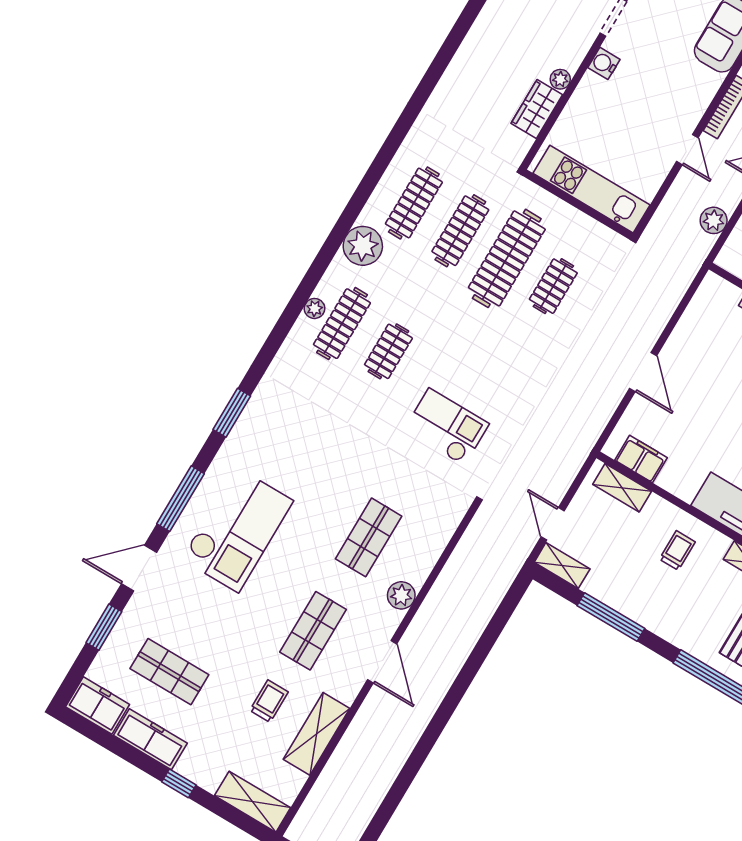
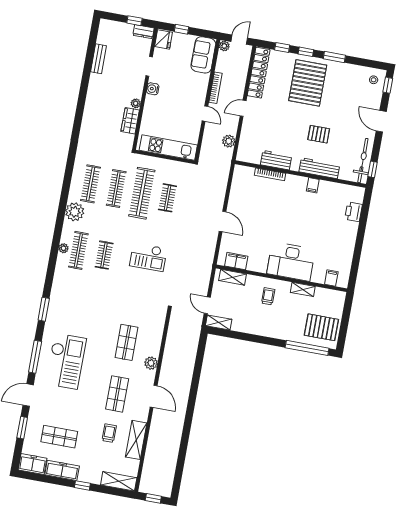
checkout: (447, 427) -> (148, 257), moved, turned 180
window: (611, 617) -> (249, 337), removed

